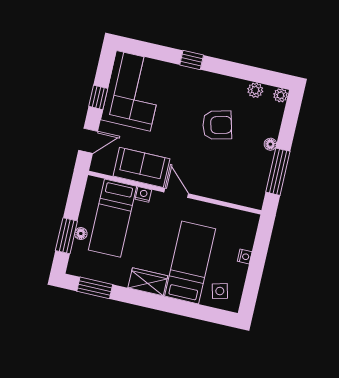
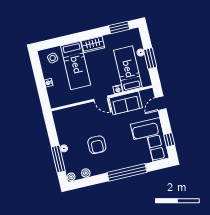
window: (192, 60) -> (127, 172), width x3.17
window: (98, 97) -> (169, 140), moved
armchair: (217, 125) -> (97, 145), turned -76
window: (278, 172) -> (58, 159), moved
window: (66, 236) -> (150, 58), moved

